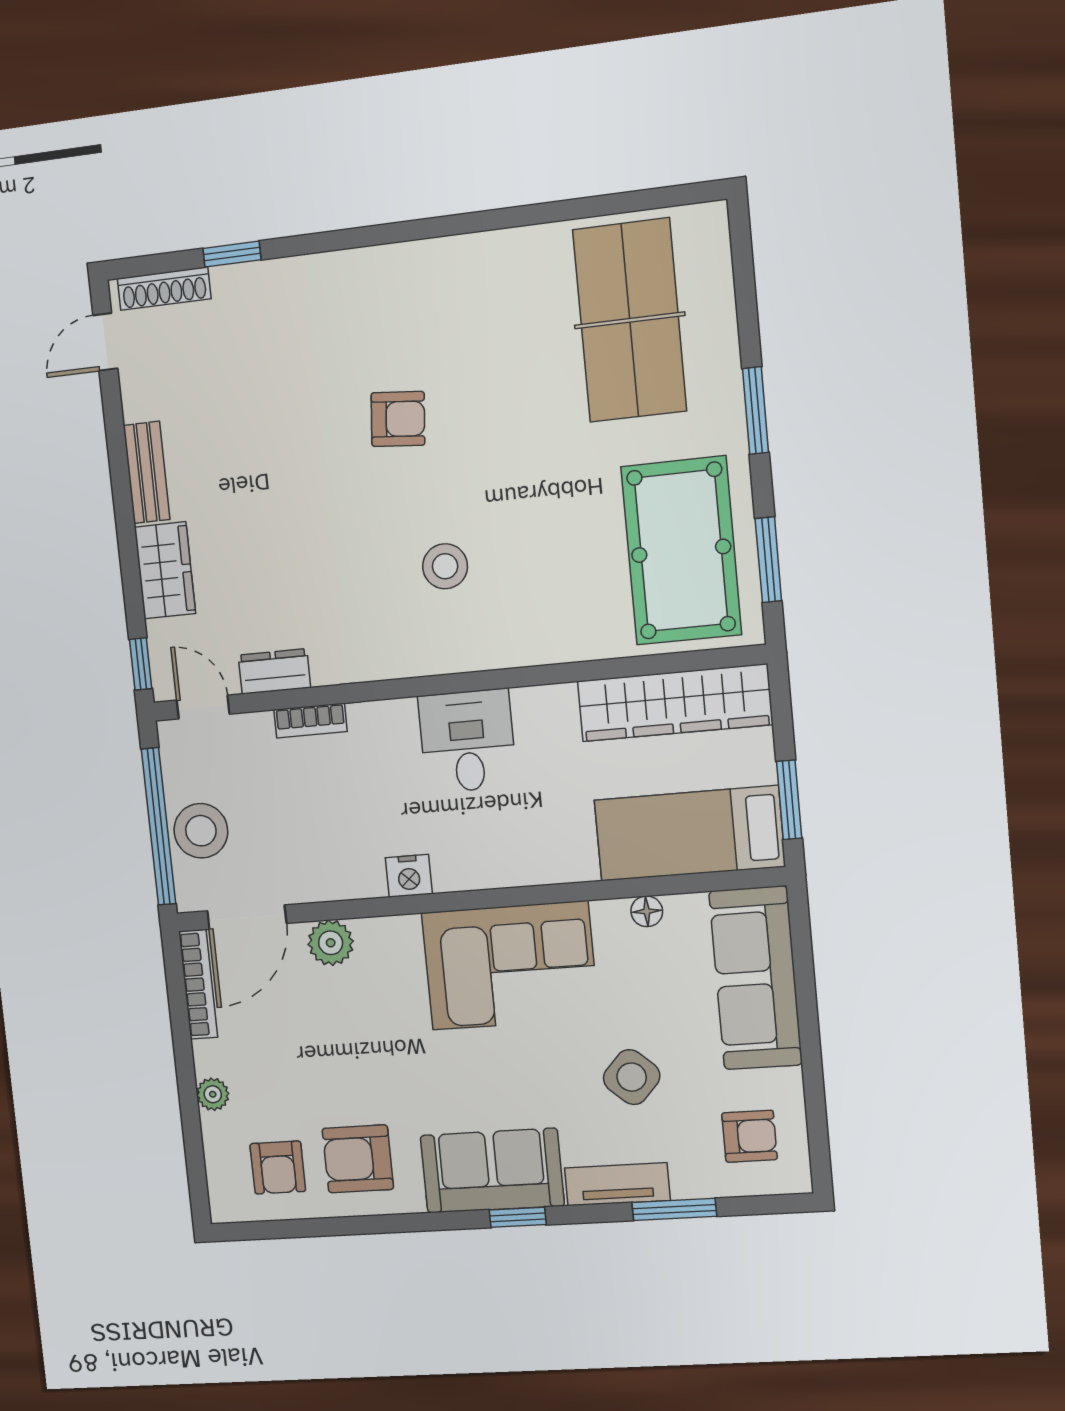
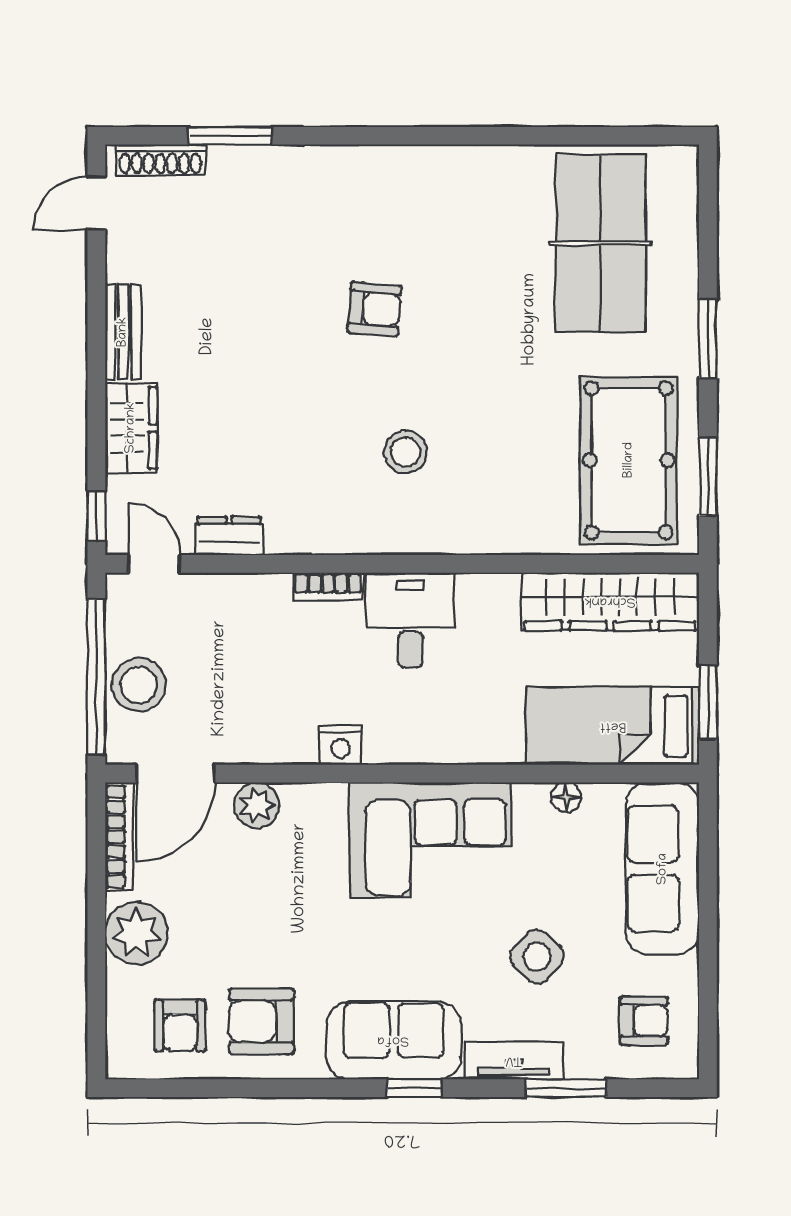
window: (232, 254) -> (230, 136), width x1.50
bookcase: (310, 720) -> (328, 587), moved
plant: (213, 1094) -> (136, 933), width x1.87, depth x1.87

